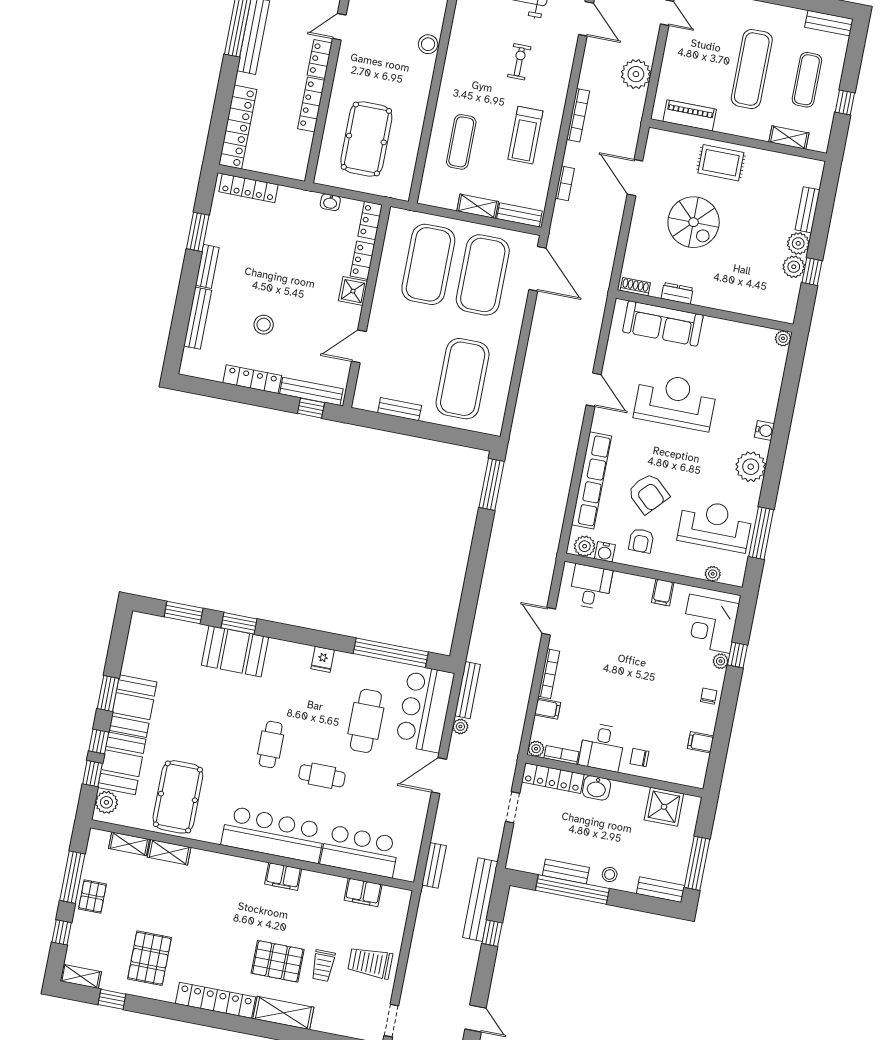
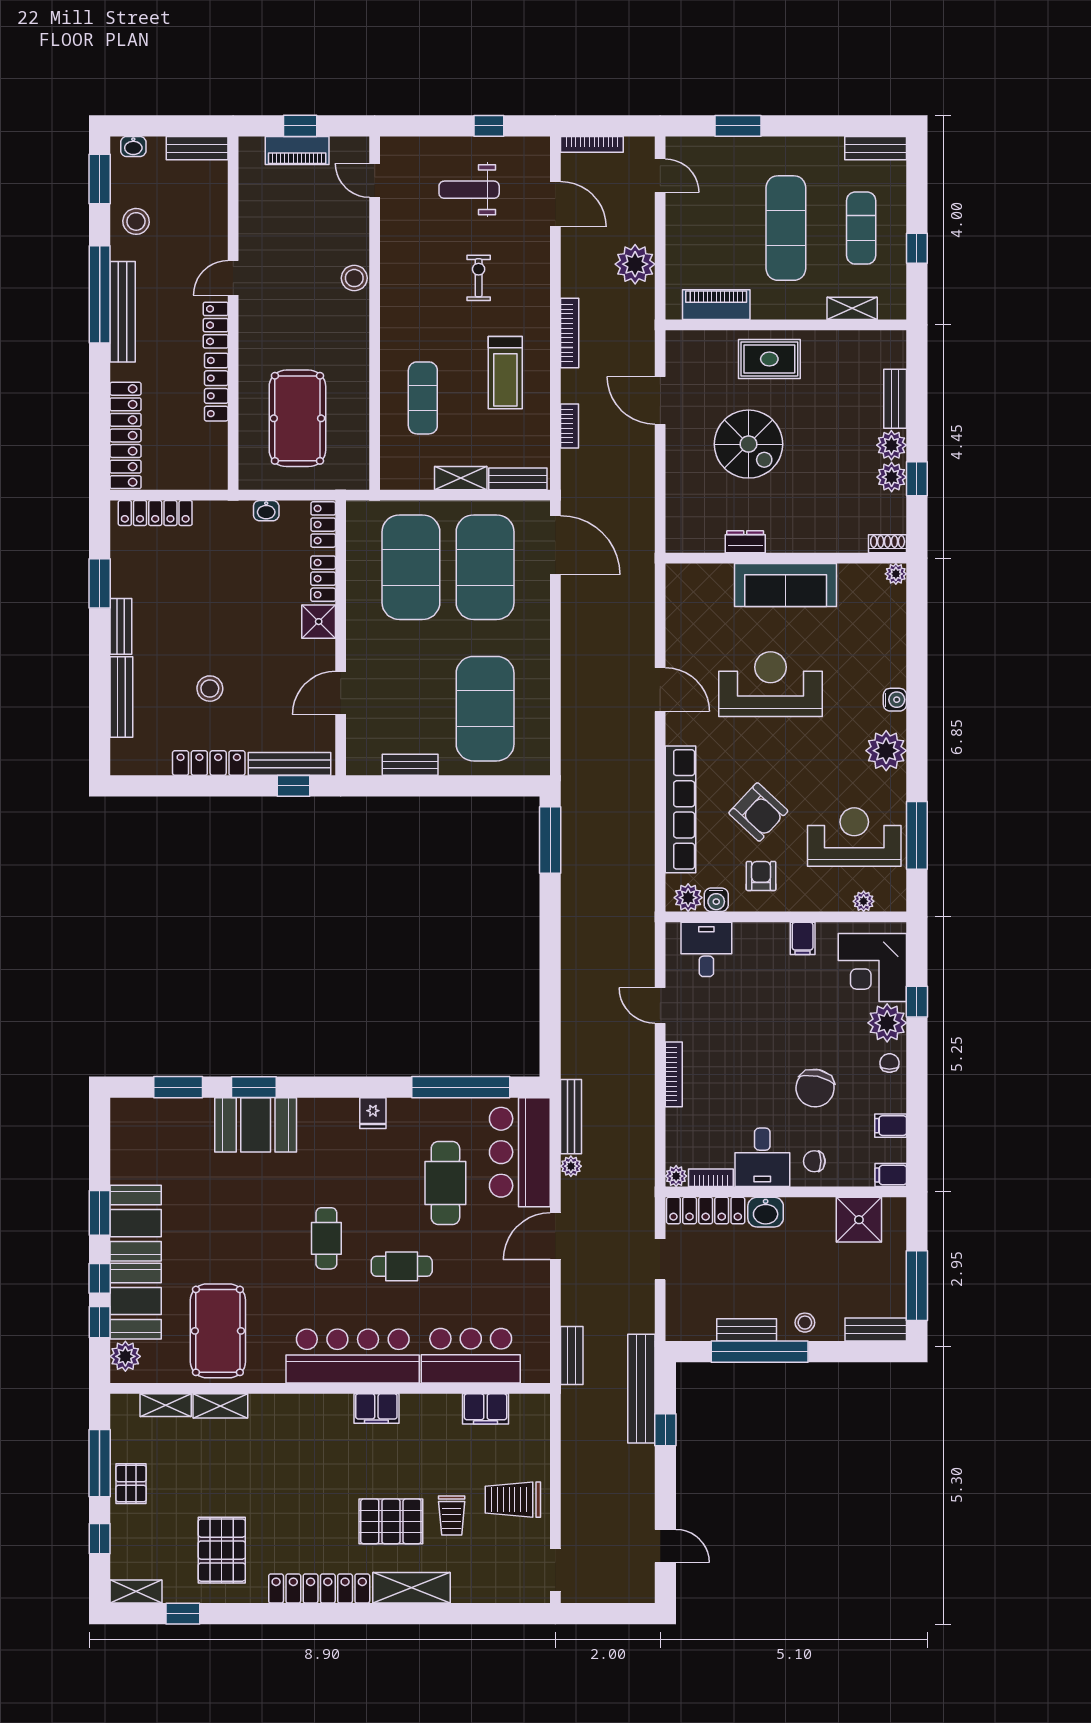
shoe rack: (635, 287) -> (888, 544), moved
sofa: (663, 323) -> (786, 585), moved
armchair: (641, 541) -> (761, 876), turned 180
plant: (721, 661) -> (887, 1023), width x1.88, depth x1.88
chair: (650, 704) -> (815, 1088), added
filing cabinet: (548, 709) -> (891, 1175), moved, turned 180

